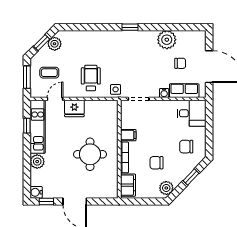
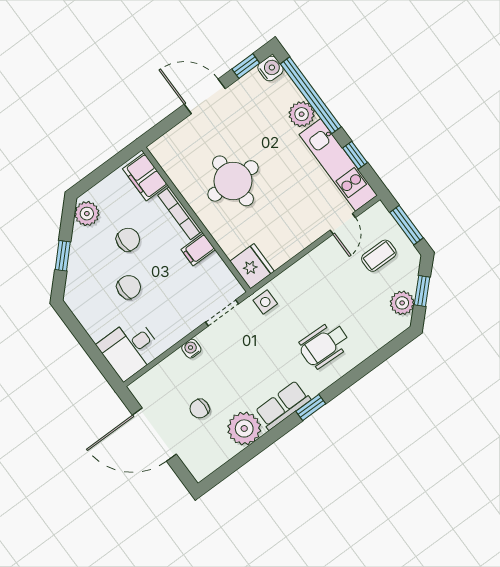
wheelchair: (91, 78) -> (324, 345), moved, turned 92
row of seats: (184, 91) -> (283, 405), moved, turned 180
fridge: (74, 108) -> (252, 266), moved, turned 90
chair: (186, 147) -> (129, 287), moved
window: (27, 167) -> (311, 95), added

